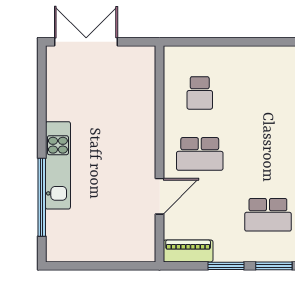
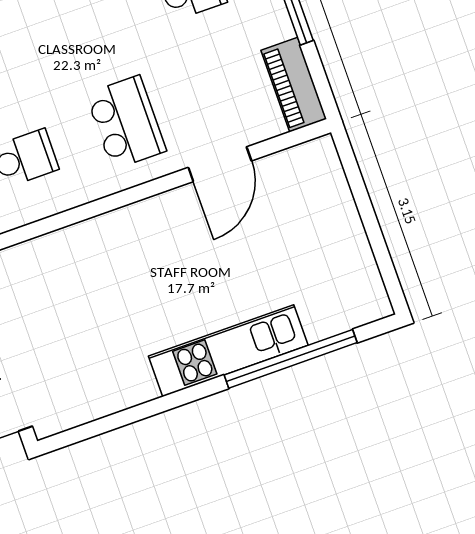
door: (160, 196) -> (220, 164), swing flipped

